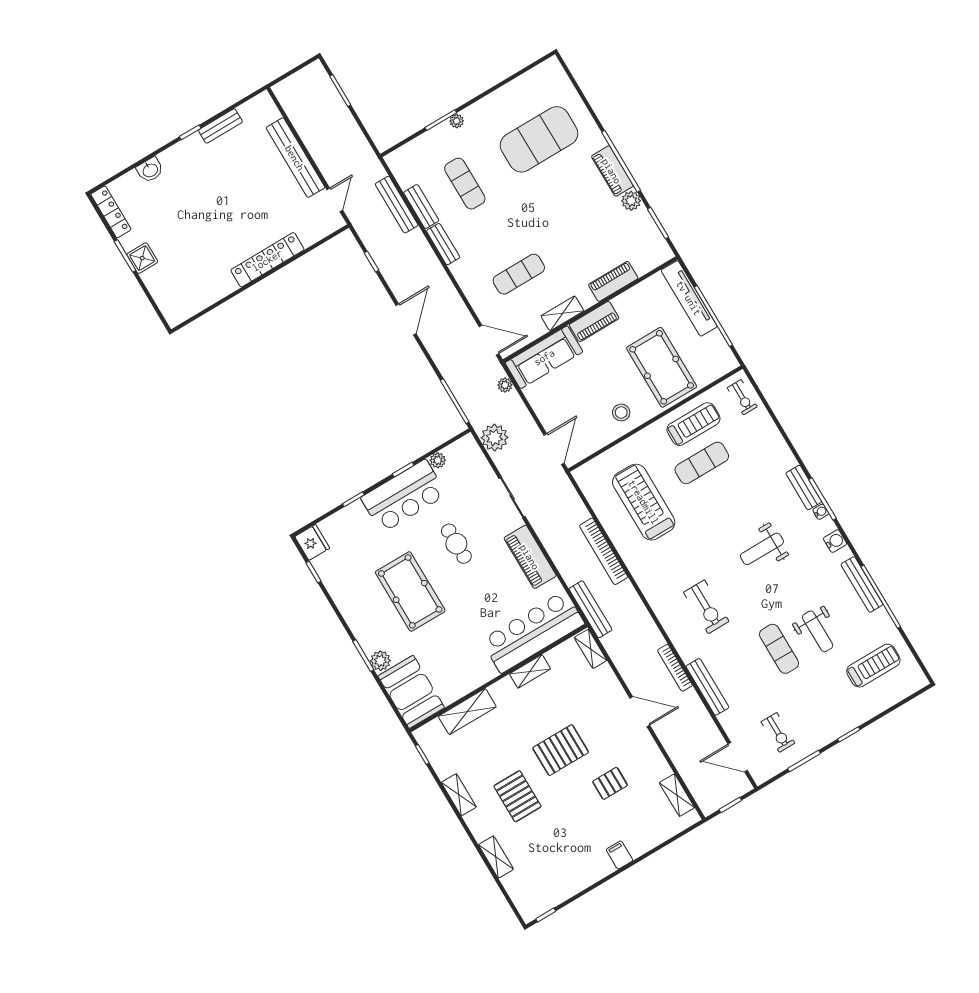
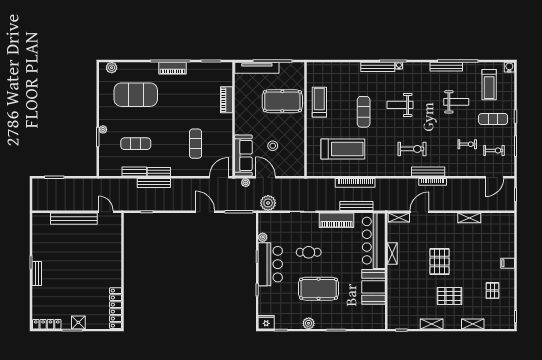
bench: (220, 126) -> (37, 273), moved
exercise mat: (539, 139) -> (136, 95), turned 90
washbasin: (150, 170) -> (38, 293), removed
plant: (631, 201) -> (112, 68), moved
bench: (397, 205) -> (154, 183), moved
locker: (267, 260) -> (116, 308), moved
shelving: (562, 313) -> (227, 134), removed
door: (406, 319) -> (205, 212), moved
piano: (594, 321) -> (240, 121), removed
exercise bike: (742, 397) -> (467, 144), moved
stool: (621, 412) -> (273, 146), moved
door: (554, 449) -> (266, 177), moved
exercise mat: (702, 463) -> (364, 112), moved
bench: (804, 488) -> (378, 67), width x1.36
treadmill: (644, 502) -> (343, 149), turned 180
water cooler: (835, 541) -> (509, 67), moved
weight bench: (762, 549) -> (400, 105), turned 90
bench: (590, 609) -> (356, 206), moved
exercise mat: (779, 649) -> (493, 119), moved
plant: (380, 661) -> (309, 323), moved
treadmill: (873, 666) -> (489, 85), turned 180
bench: (707, 687) -> (428, 172), moved
booth: (411, 692) -> (373, 287), moved, turned 90
shelving: (467, 712) -> (394, 296), removed
door: (640, 712) -> (419, 212), moved
pallet: (610, 783) -> (492, 291), moved
shelving: (677, 795) -> (469, 218), moved

